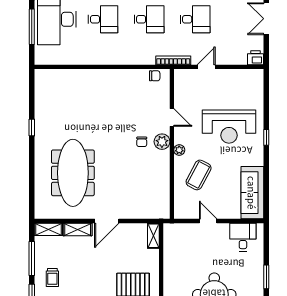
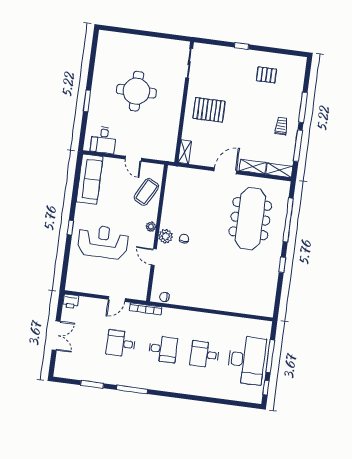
desk: (149, 19) -> (163, 349), turned 180
coffee table: (199, 175) -> (146, 192), moved
window: (32, 177) -> (288, 220), added

